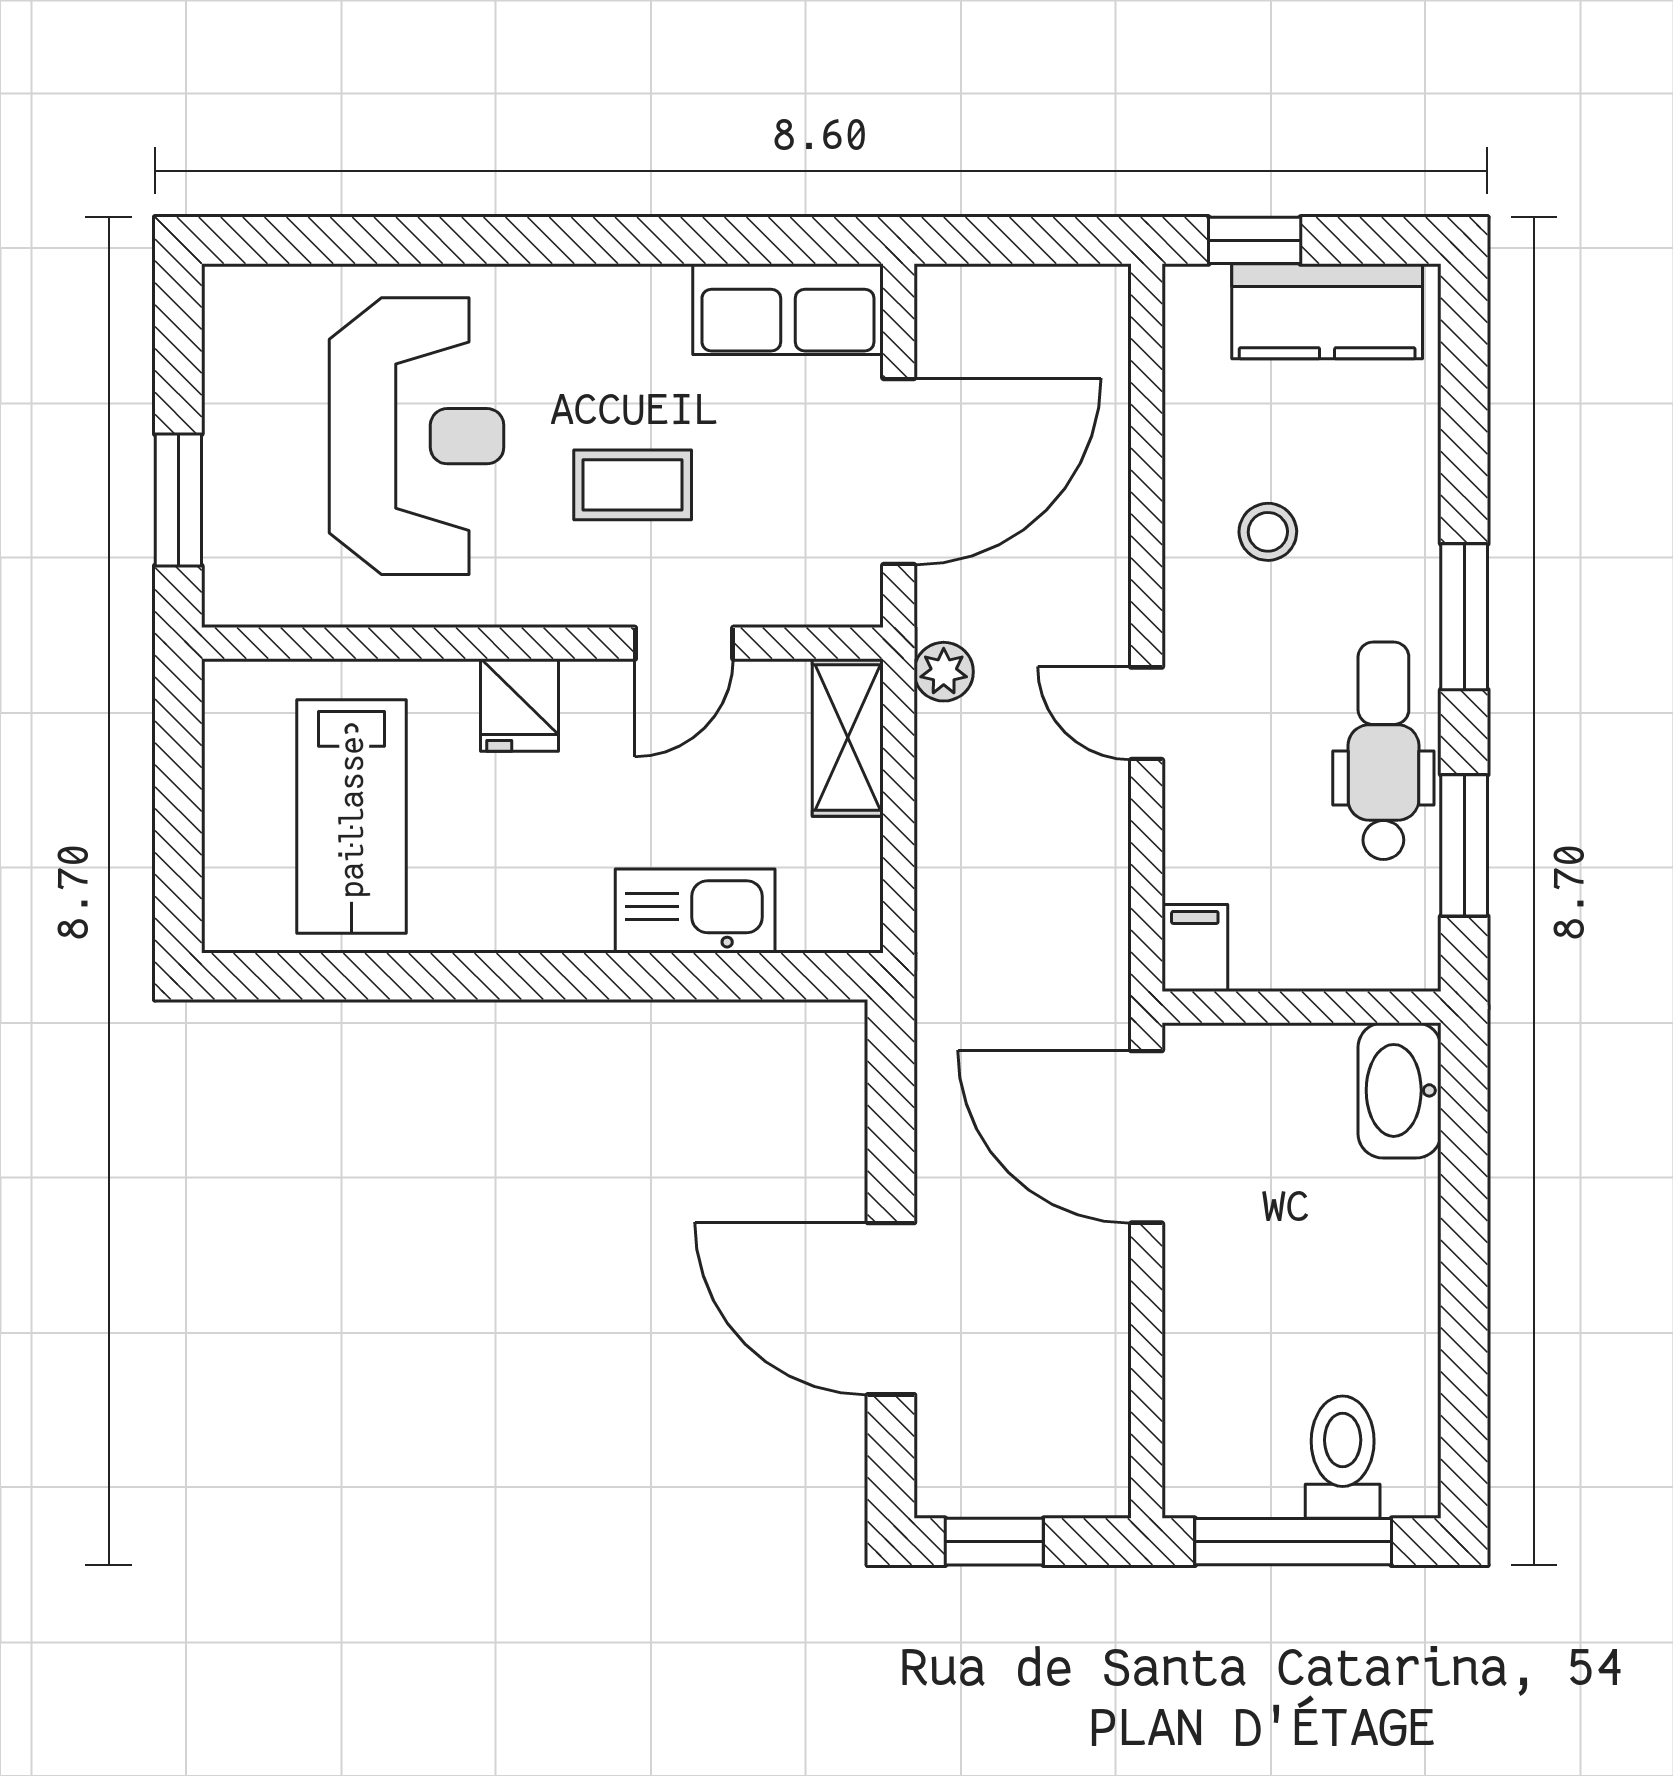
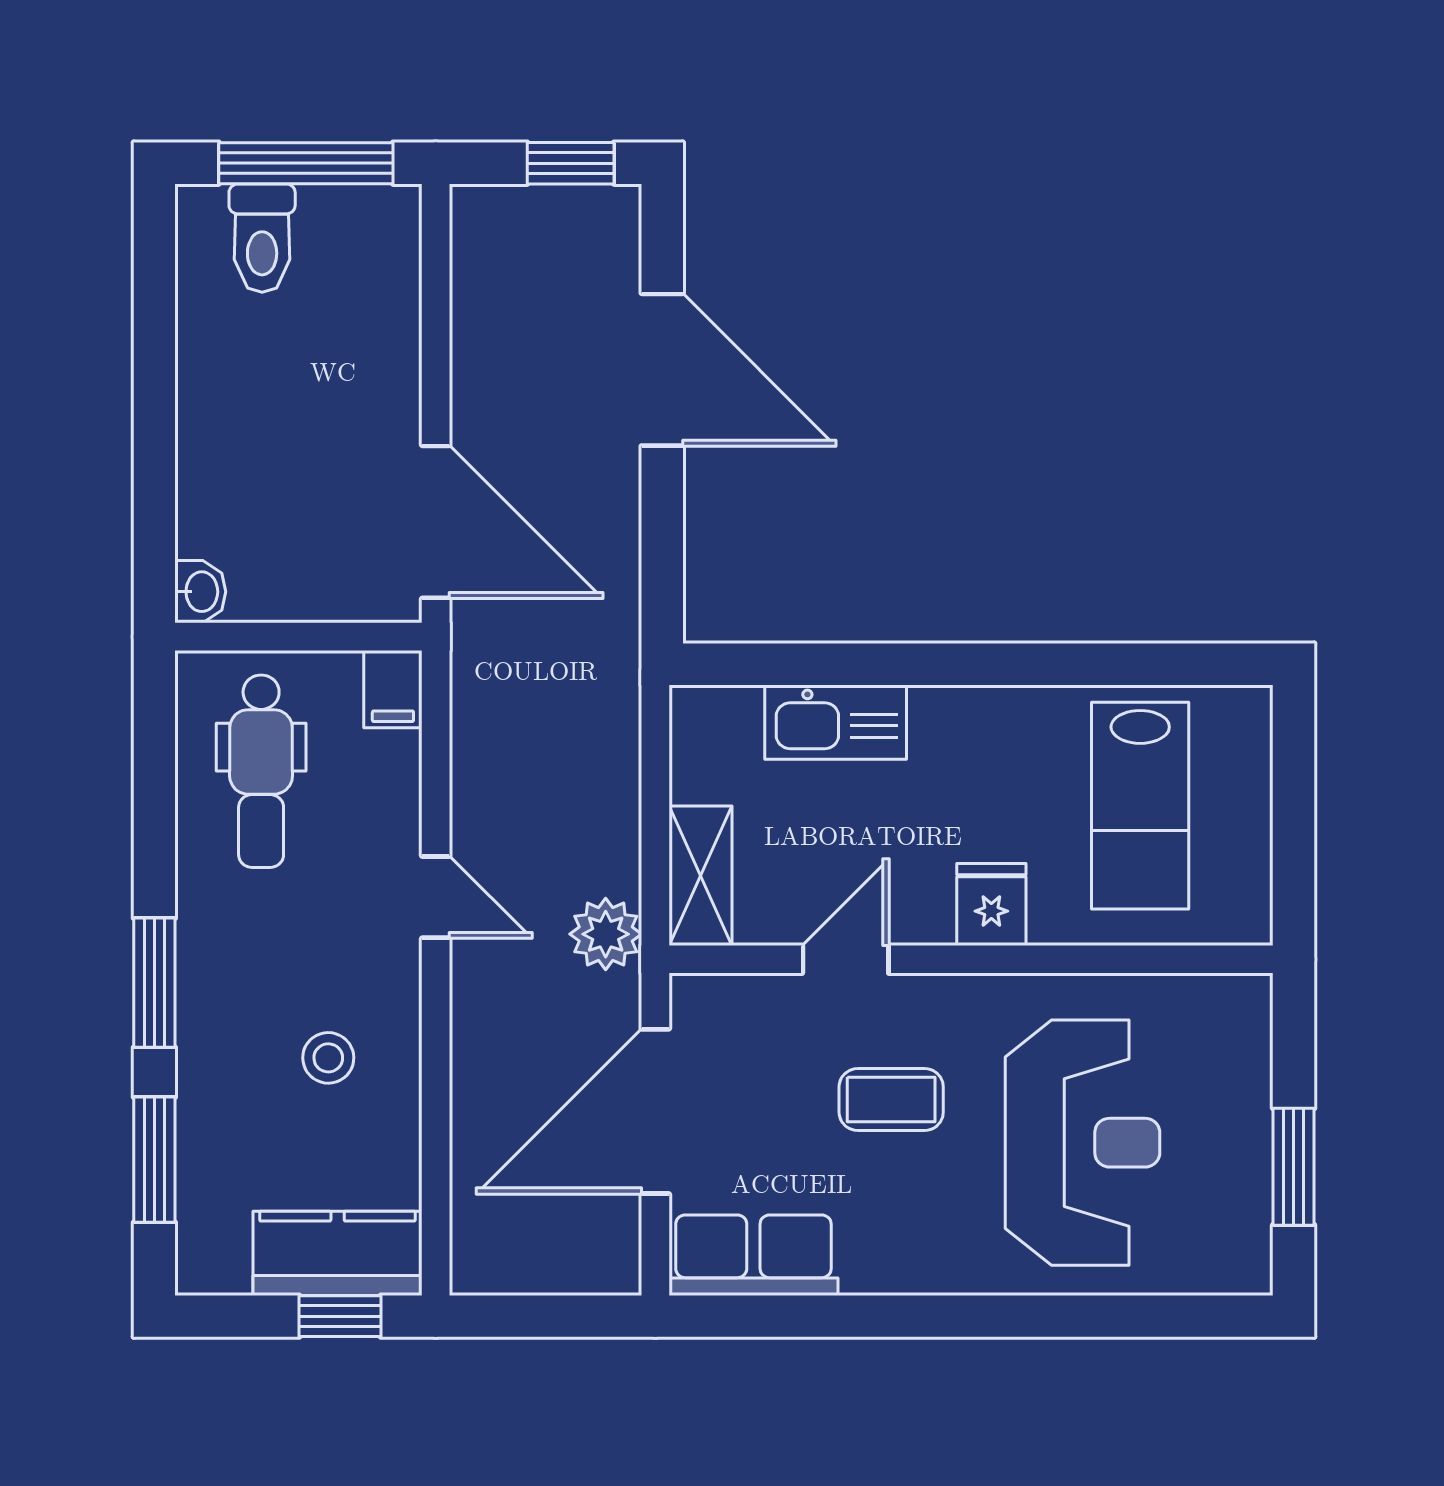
kitchen counter: (1327, 311) -> (338, 1253), moved
reception desk: (417, 436) -> (1083, 1143), turned 180
window: (178, 500) -> (1294, 1167), moved
plant: (944, 672) -> (606, 934), width x1.38, depth x1.38
dental chair: (1383, 751) -> (261, 771), moved
lab bench: (352, 817) -> (1140, 806), turned 180
window: (1464, 845) -> (154, 1160), moved
washbasin: (1400, 1090) -> (200, 592), width x0.52, depth x0.69

